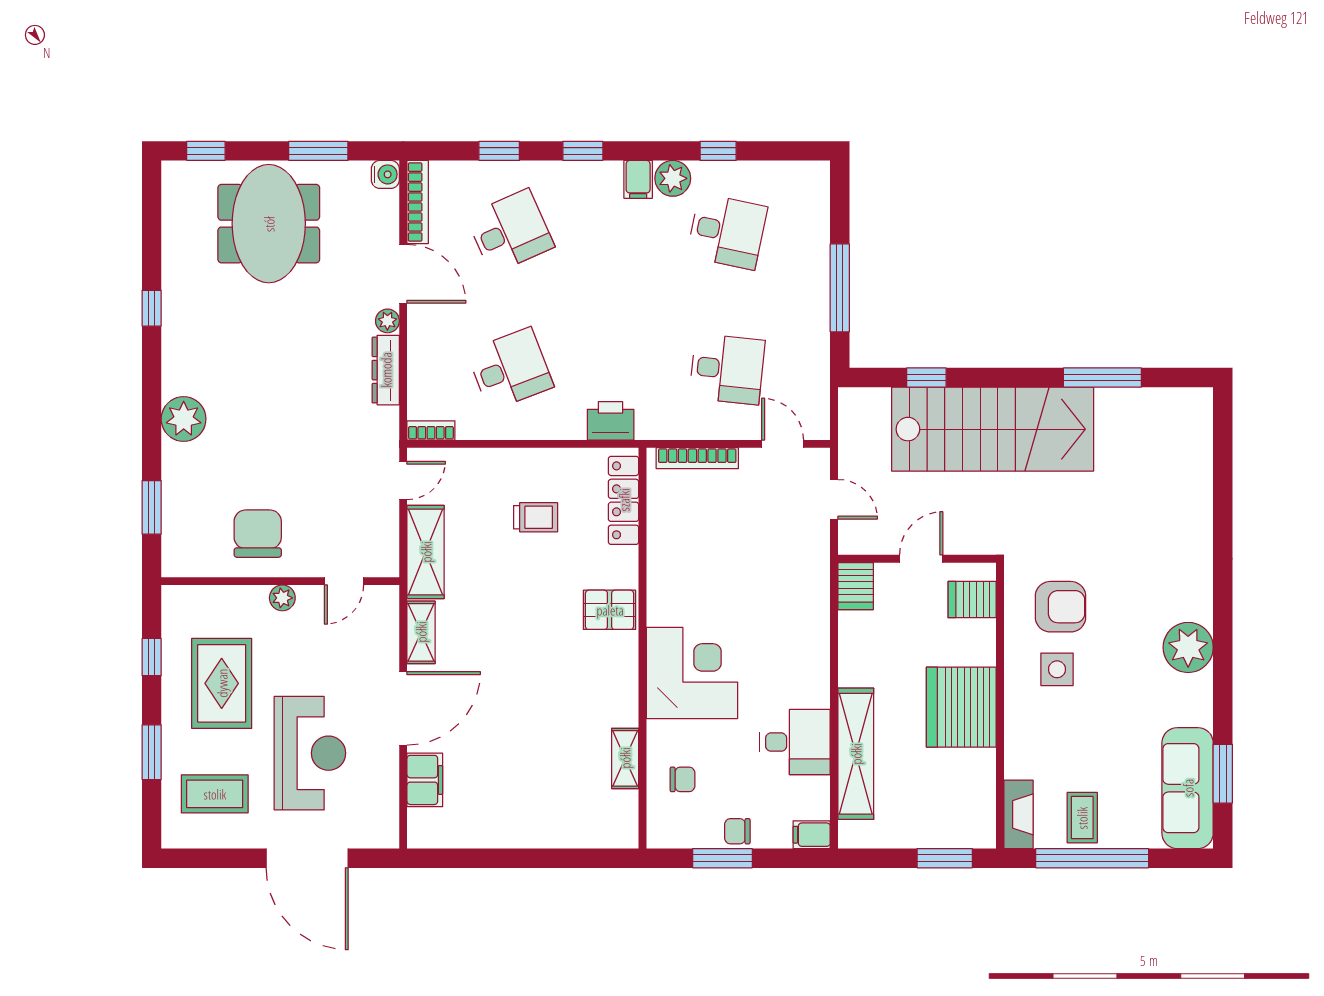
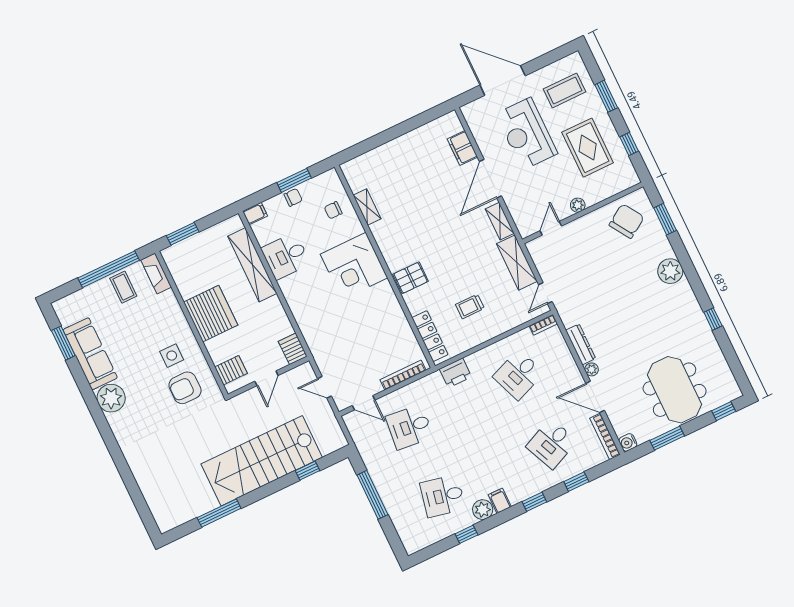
chair: (258, 534) -> (627, 221), moved, turned -123
sofa: (1188, 788) -> (90, 354), moved

